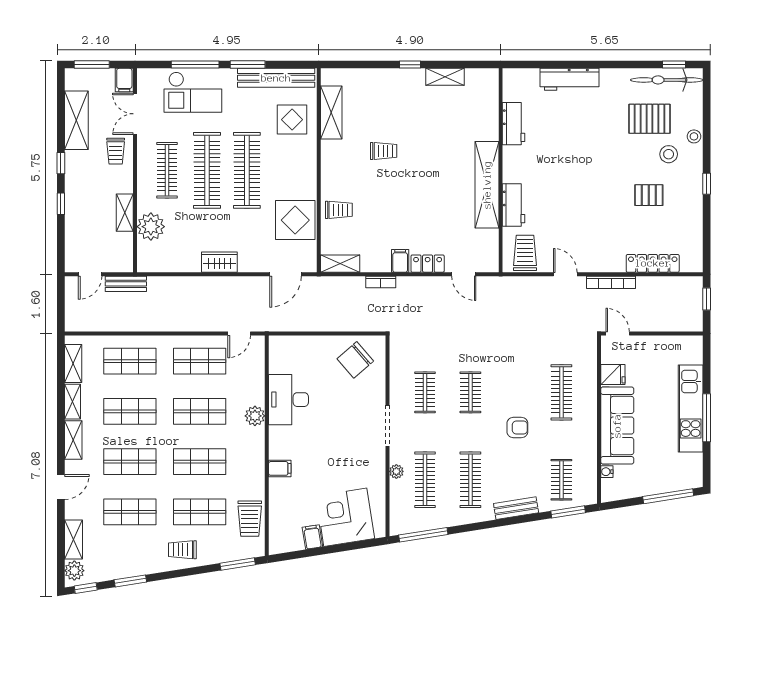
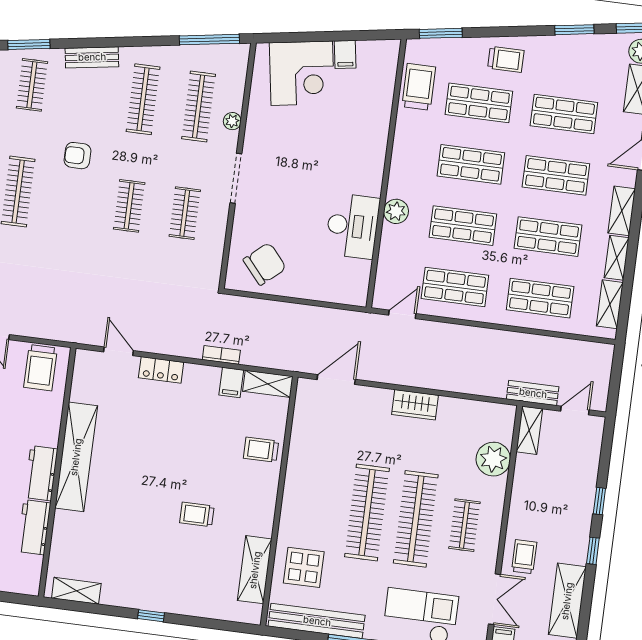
shelving: (445, 77) -> (76, 591), moved
clothes rail: (167, 170) -> (464, 525), width x0.73
workbench: (514, 205) -> (41, 473), moved
shelving: (125, 213) -> (529, 430), moved
display table: (295, 220) -> (316, 444), removed
filing cabinet: (400, 261) -> (231, 382), moved
filing cabinet: (280, 468) -> (374, 143), removed

